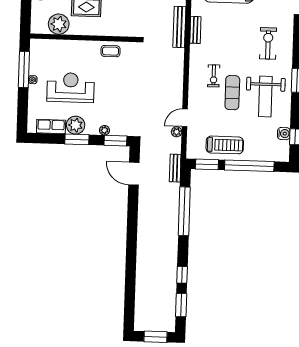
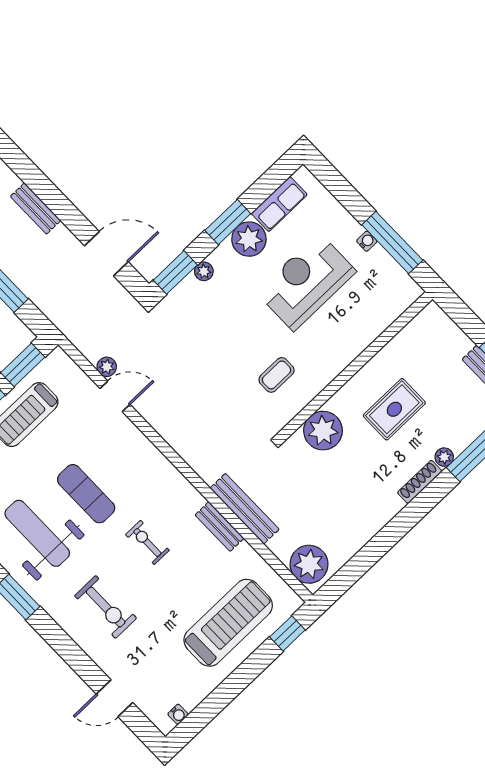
plant: (59, 24) -> (323, 431), moved
coffee table: (110, 51) -> (277, 375), moved
exercise bike: (214, 76) -> (147, 542), moved
reception desk: (71, 88) -> (306, 282), turned 180
door: (185, 118) -> (115, 396), hinge flipped
bench: (175, 168) -> (36, 208), moved

